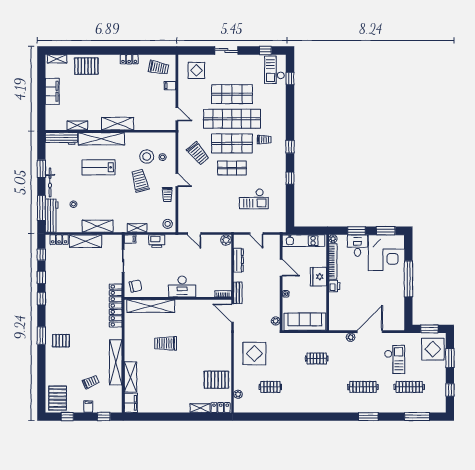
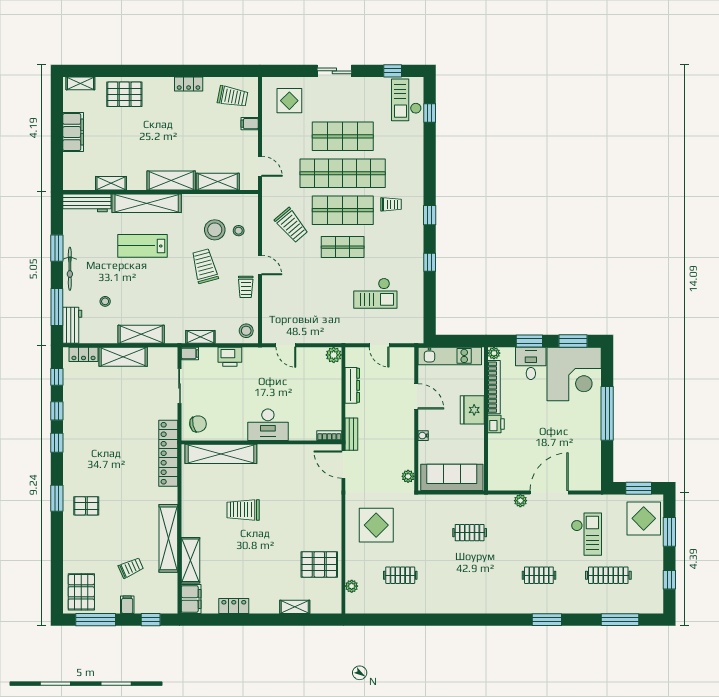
shelving: (149, 124) -> (218, 182), added
workbench: (52, 216) -> (72, 325), width x0.73
clothes rail: (363, 387) -> (539, 575), width x0.73
locker: (221, 407) -> (234, 606), moved
window: (67, 417) -> (96, 620), width x2.17

